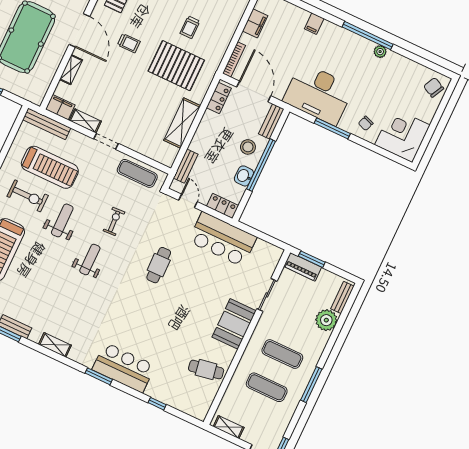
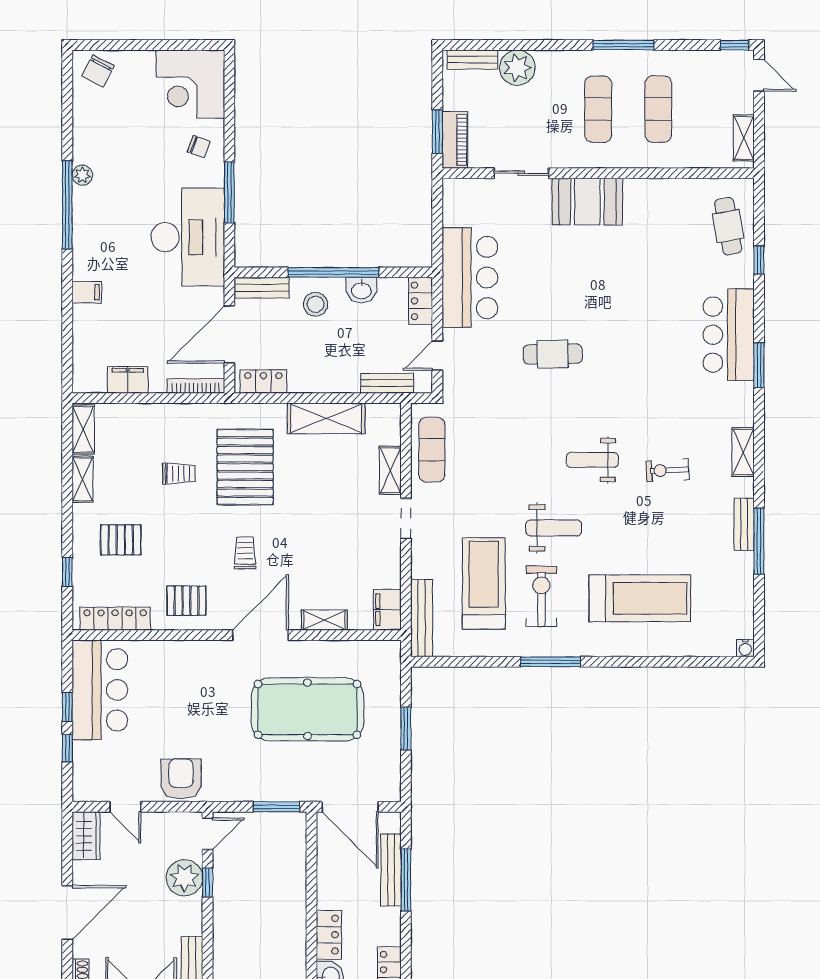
shelving: (85, 121) -> (390, 470), moved
weight bench: (62, 220) -> (554, 528), turned 180
exercise bike: (114, 221) -> (668, 470), moved
cafe table: (206, 370) -> (728, 226), moved

